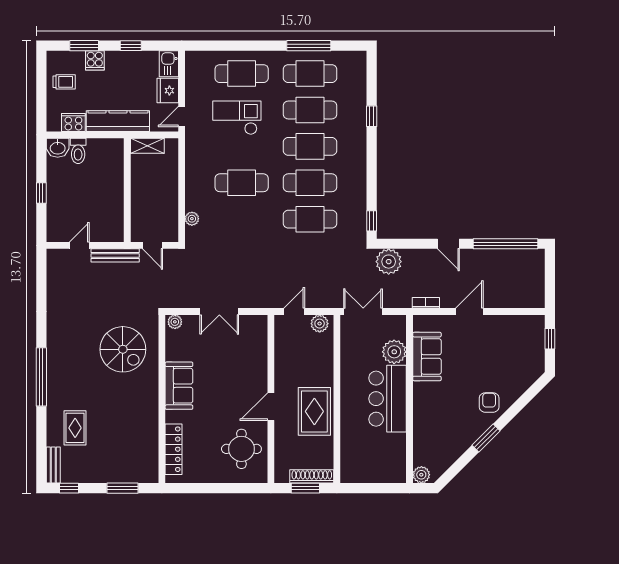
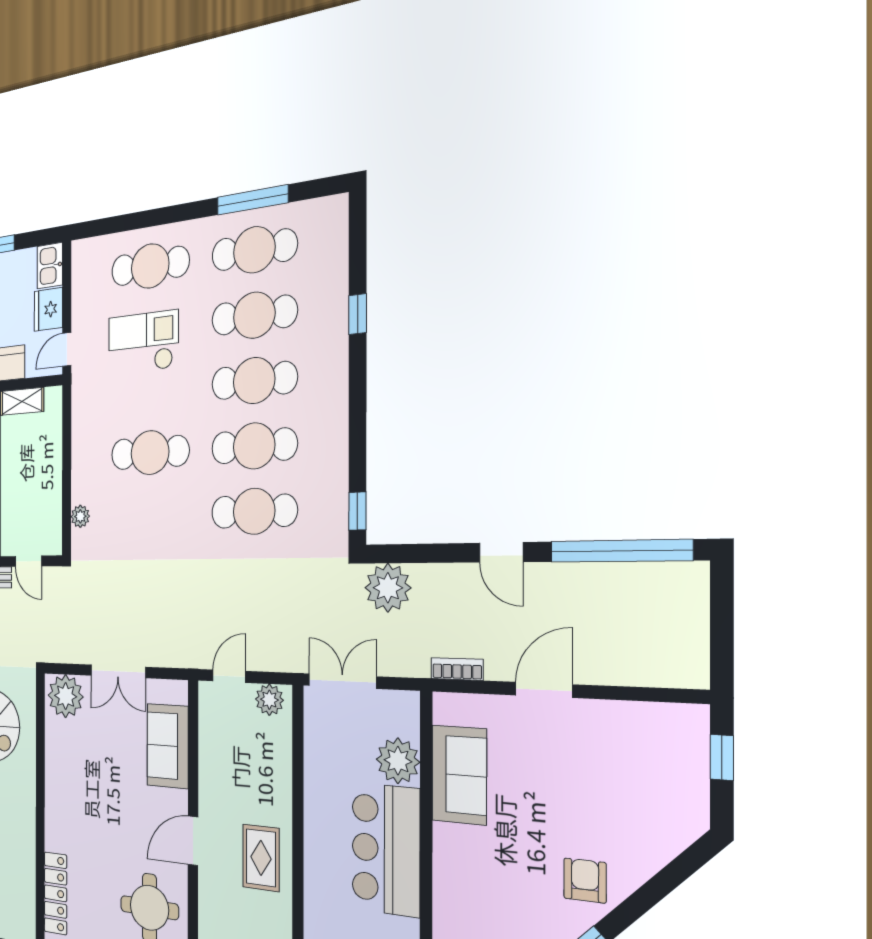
plant: (175, 322) -> (66, 696), width x1.87, depth x1.87
sofa: (179, 386) -> (168, 746), moved, turned 180
rug: (314, 411) -> (261, 858), width x0.73, depth x0.70

